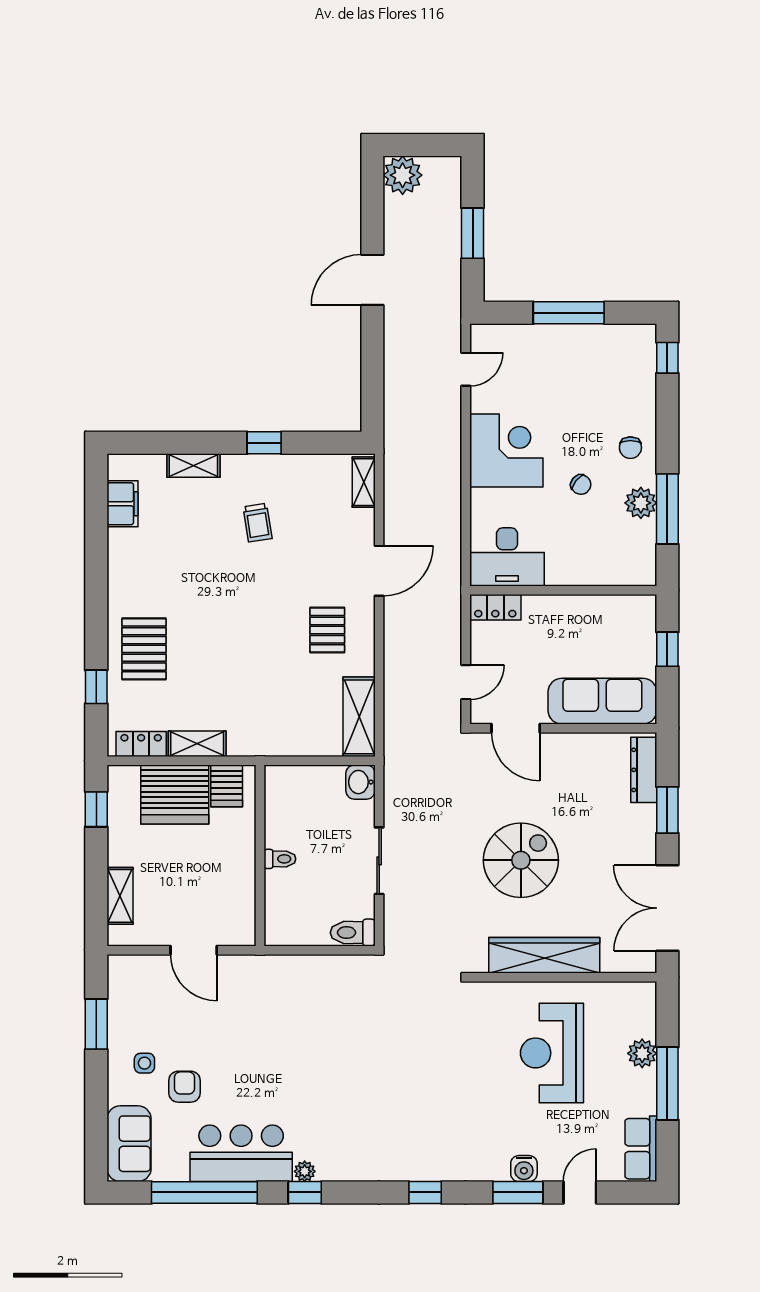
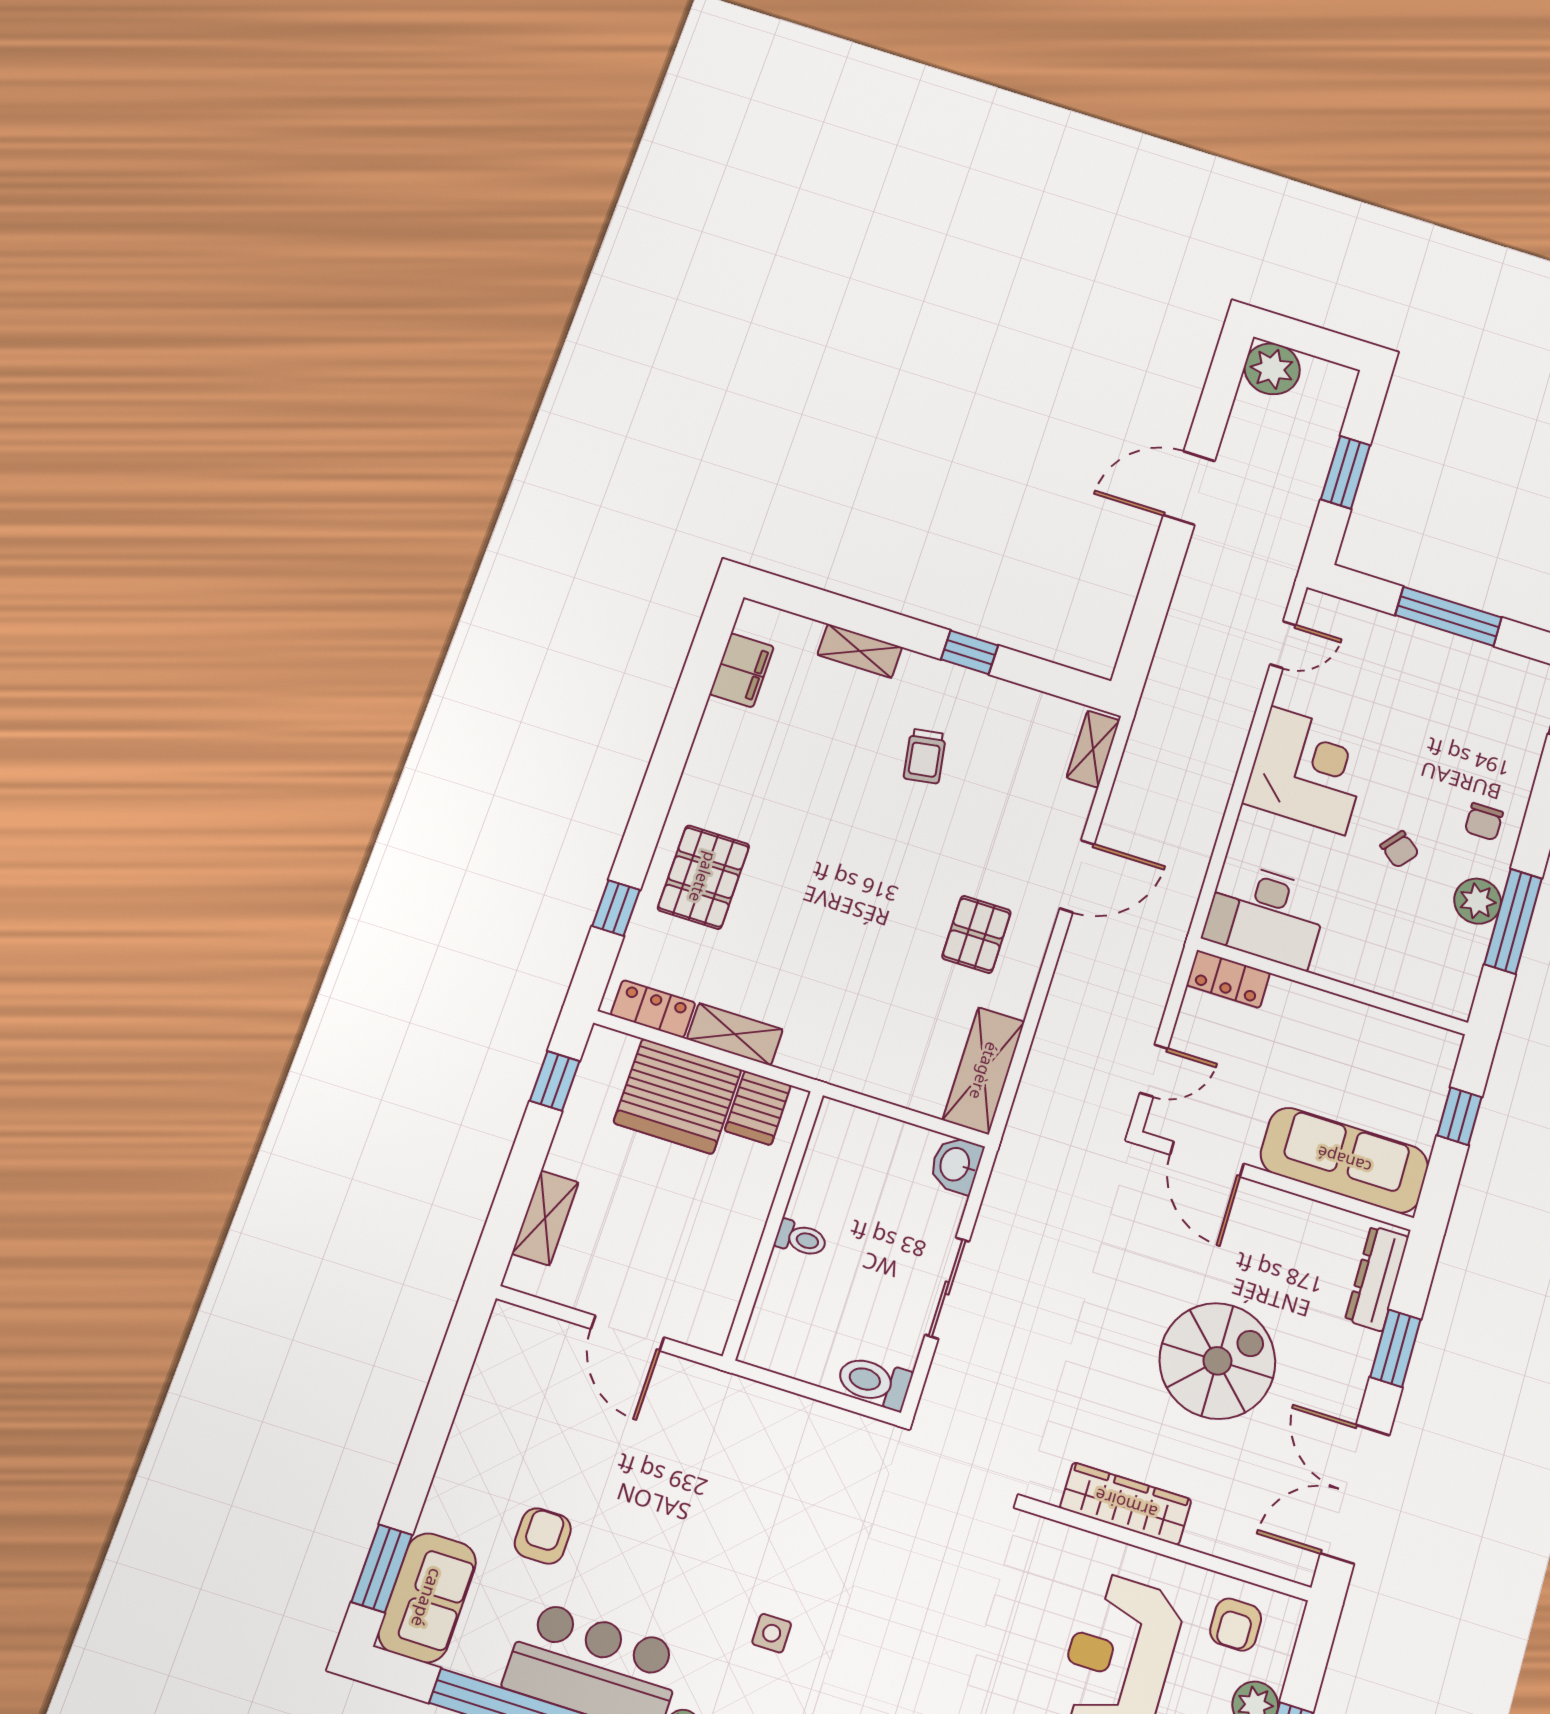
spiral stairs: (521, 860) -> (1217, 1361), moved
wardrobe: (544, 955) -> (1126, 1504), width x0.71, depth x0.85
armchair: (617, 1010) -> (1236, 1625), added
window: (96, 1024) -> (382, 1568), moved
side table: (144, 1063) -> (772, 1633), moved

